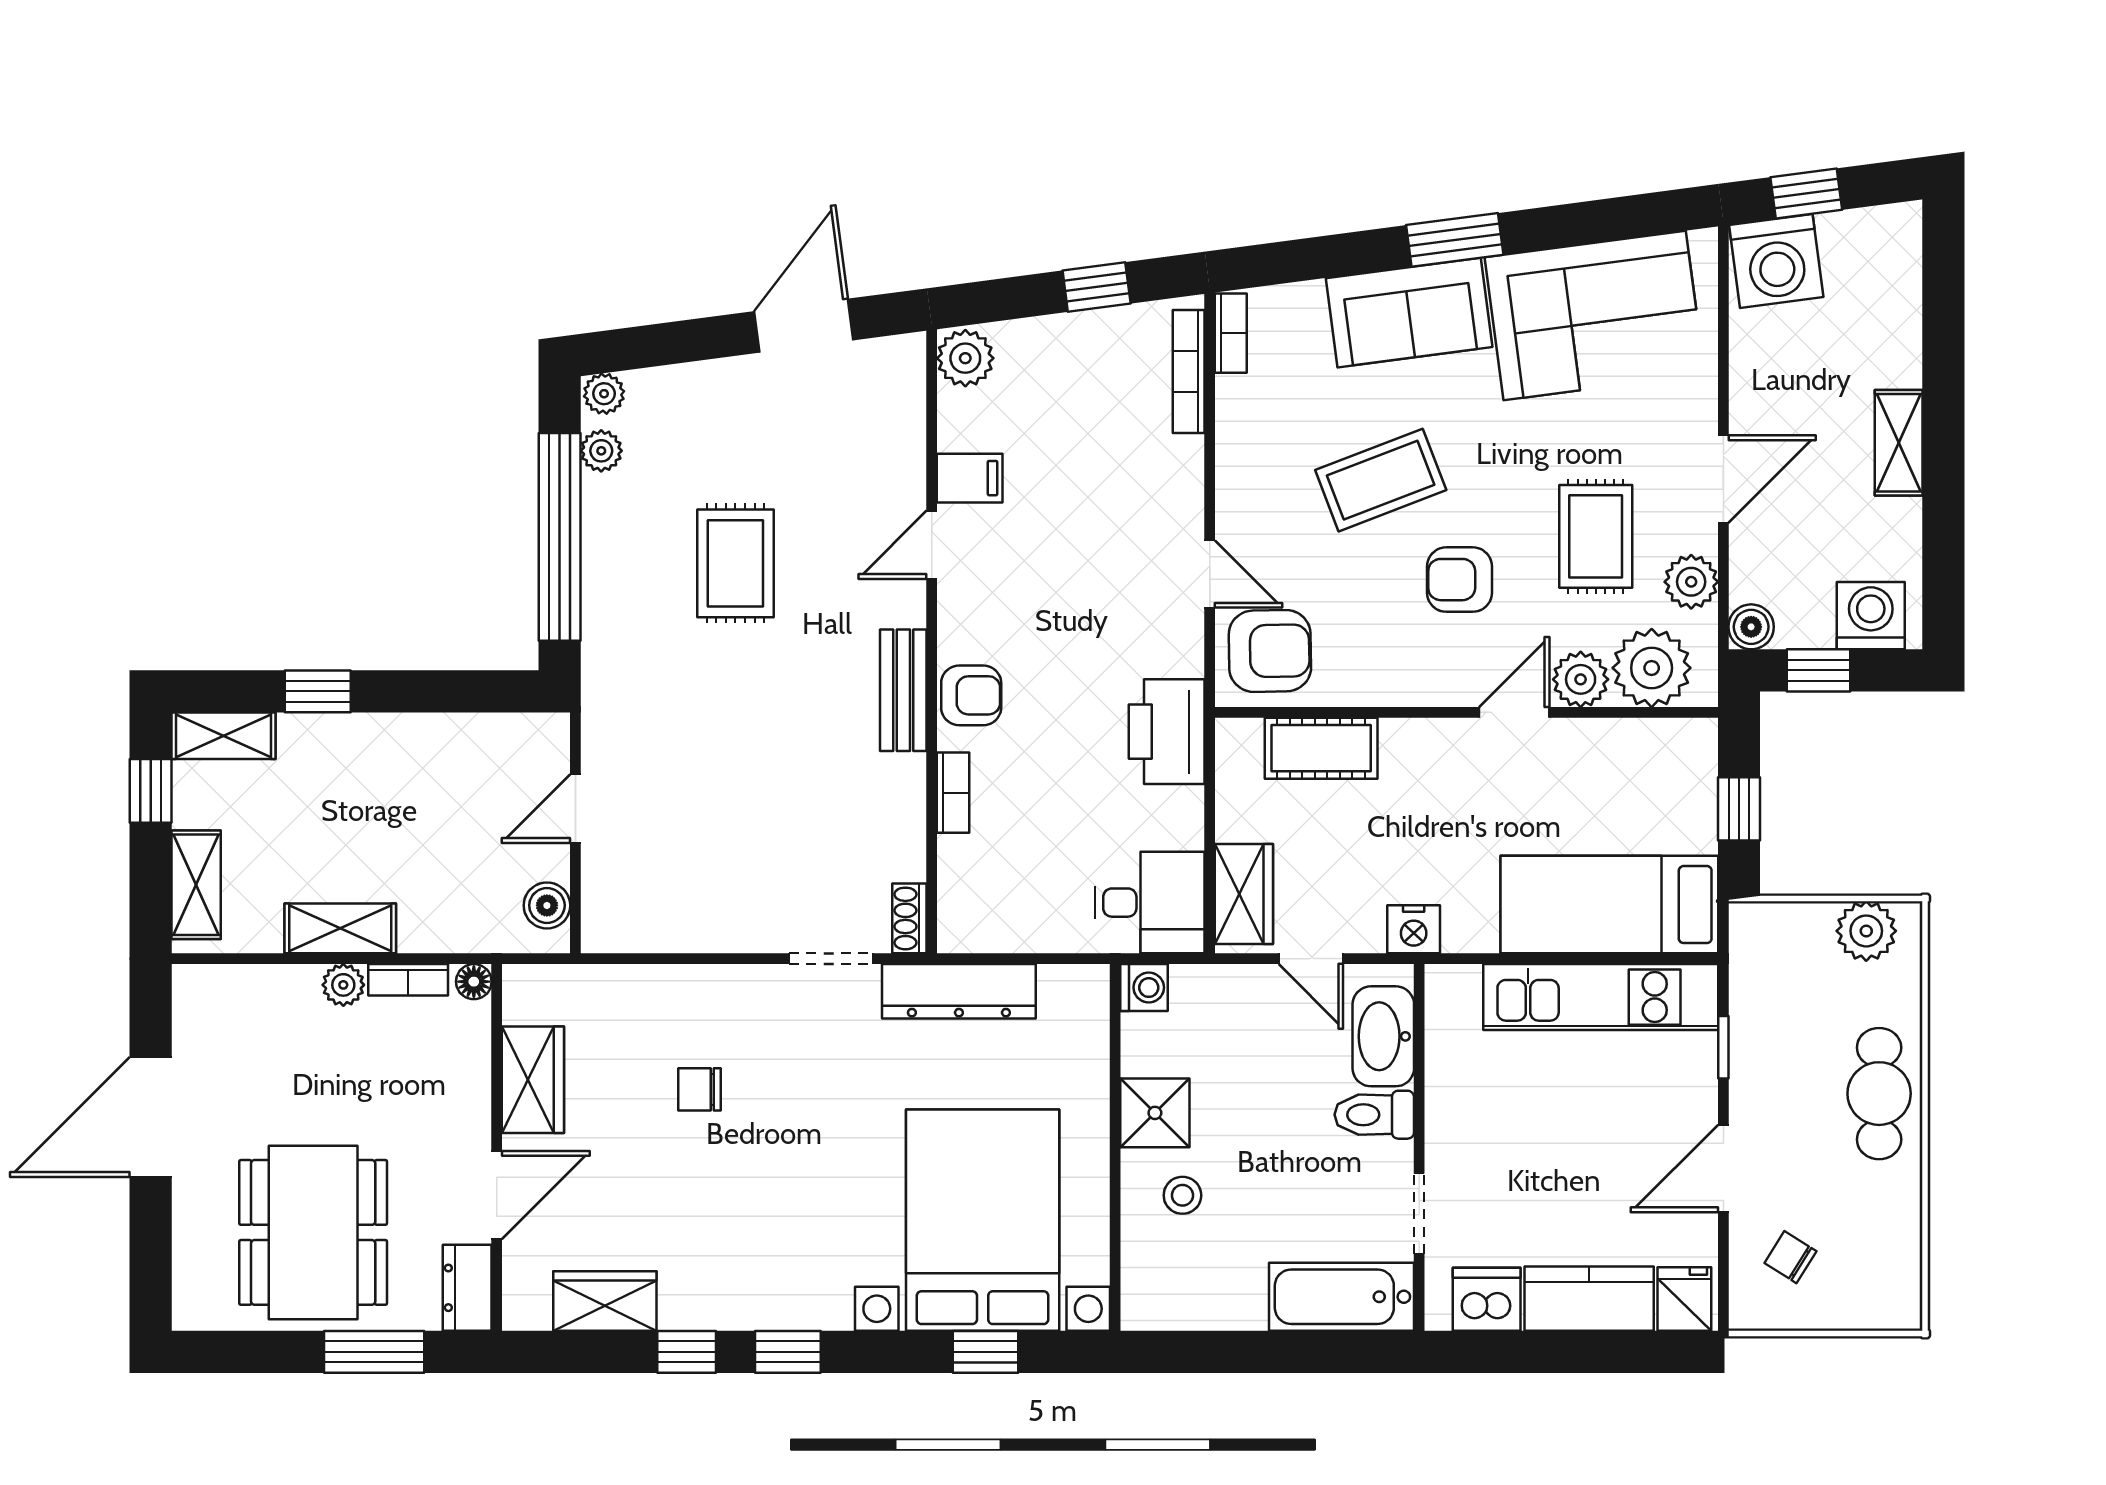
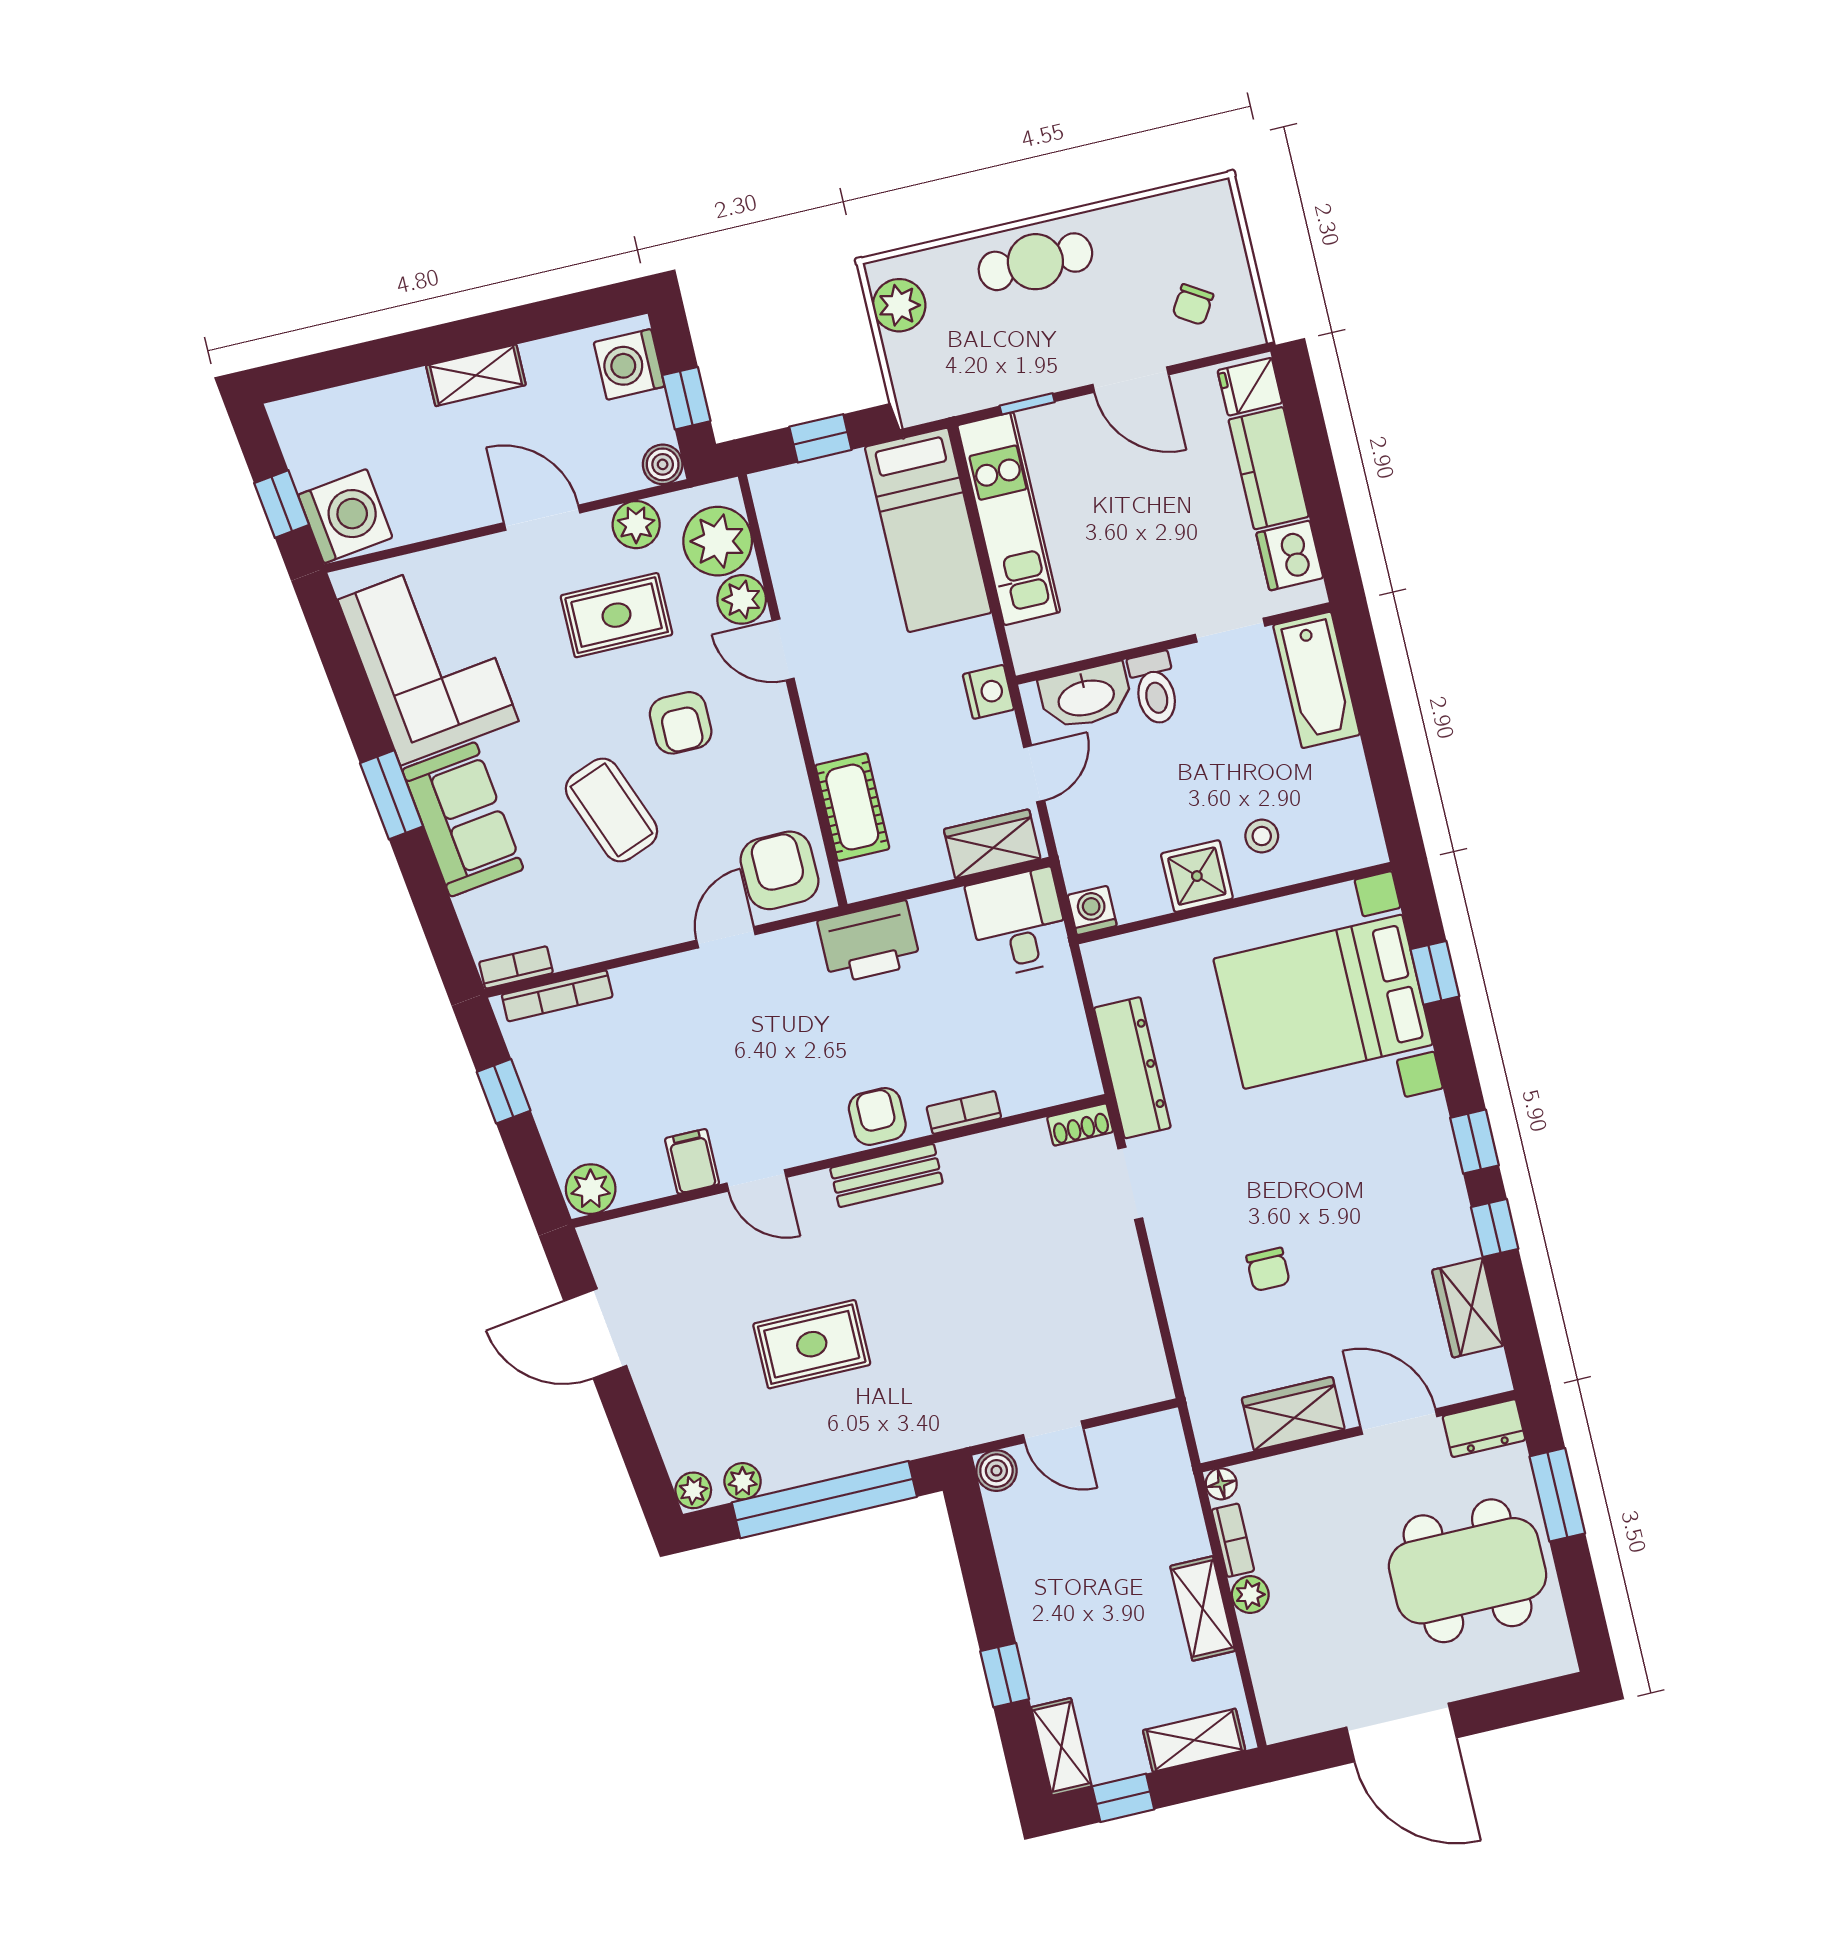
boiler: (547, 905) -> (996, 1471), moved

